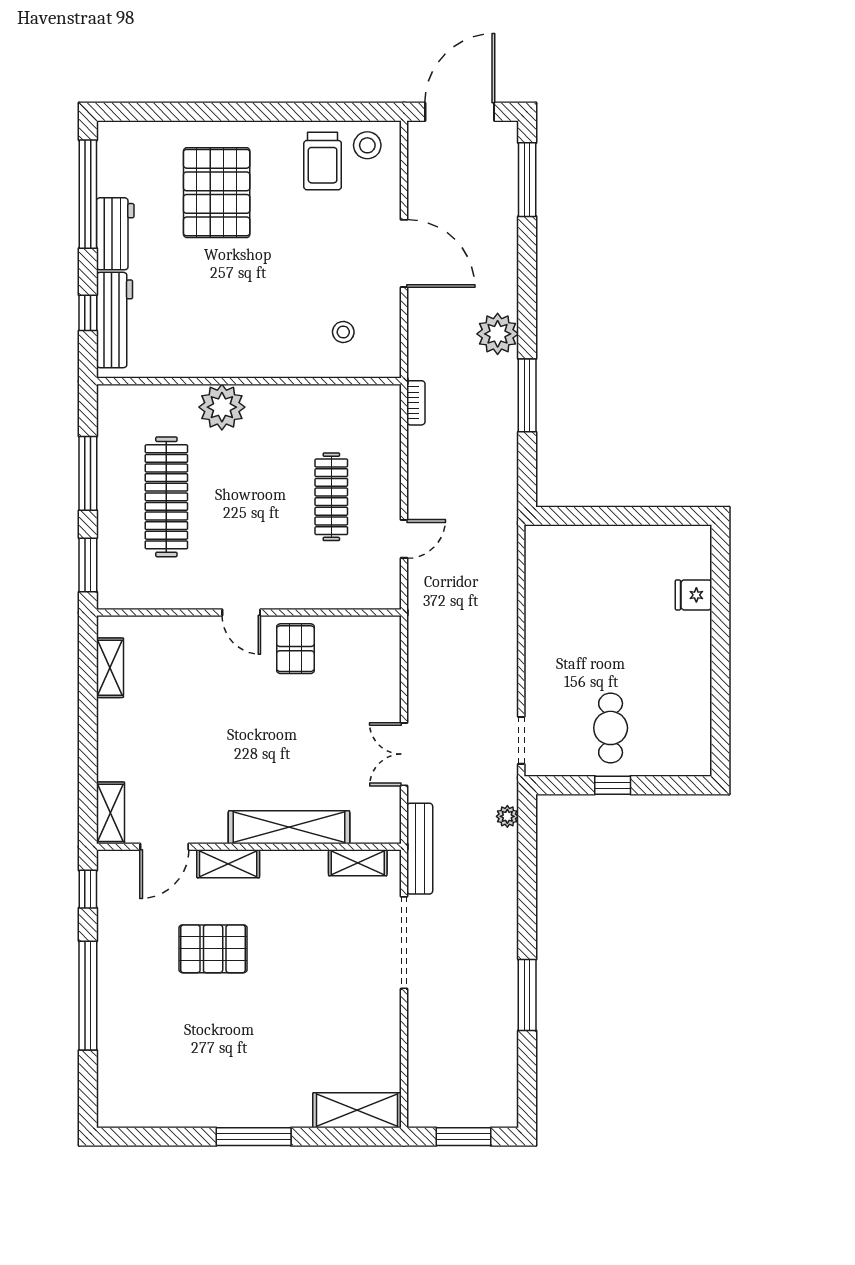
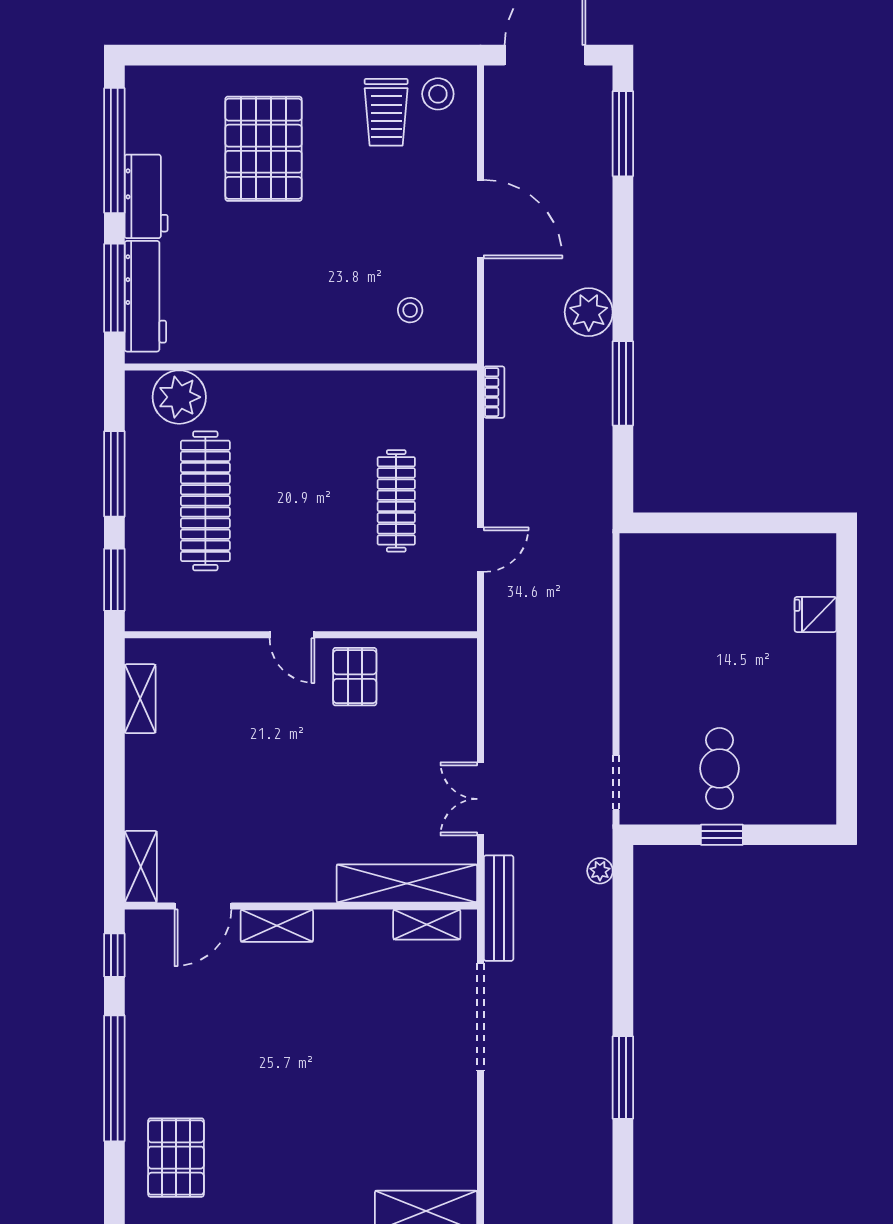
window: (88, 313) -> (114, 288), width x2.17
plant: (222, 407) -> (179, 397), moved
shelving: (289, 827) -> (407, 883), moved
pallet: (213, 949) -> (176, 1158), moved, turned 90

